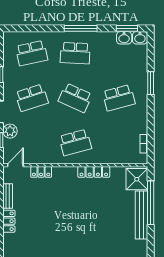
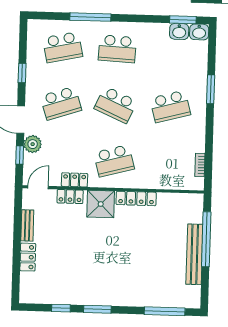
window: (81, 28) -> (90, 17), moved
locker: (44, 159) -> (75, 180), added
shower: (137, 179) -> (101, 204), moved

